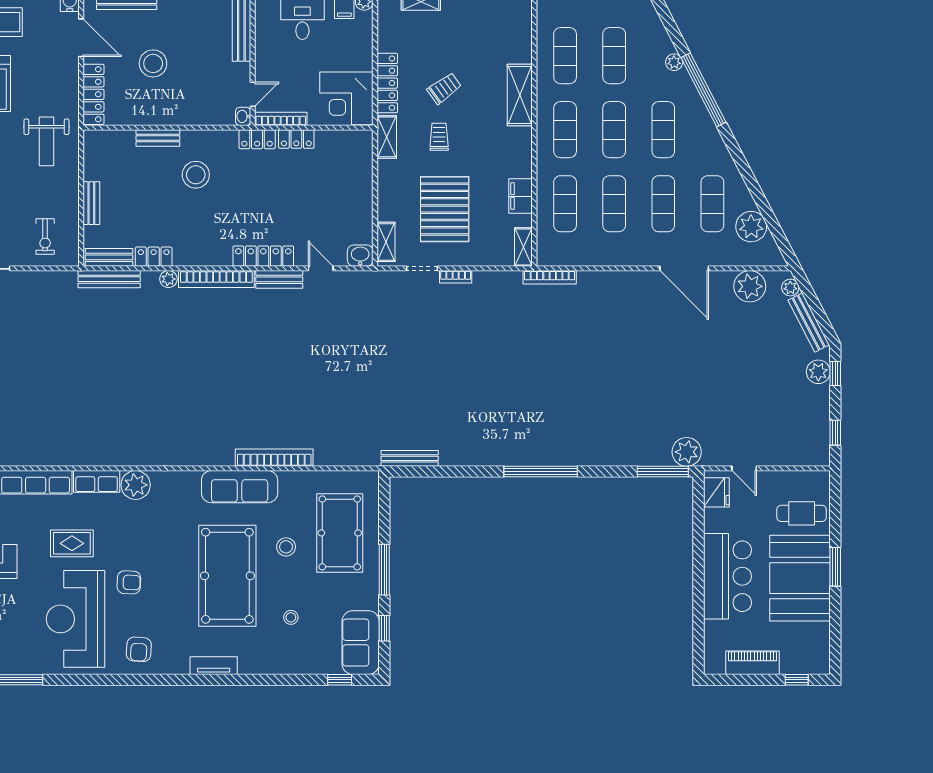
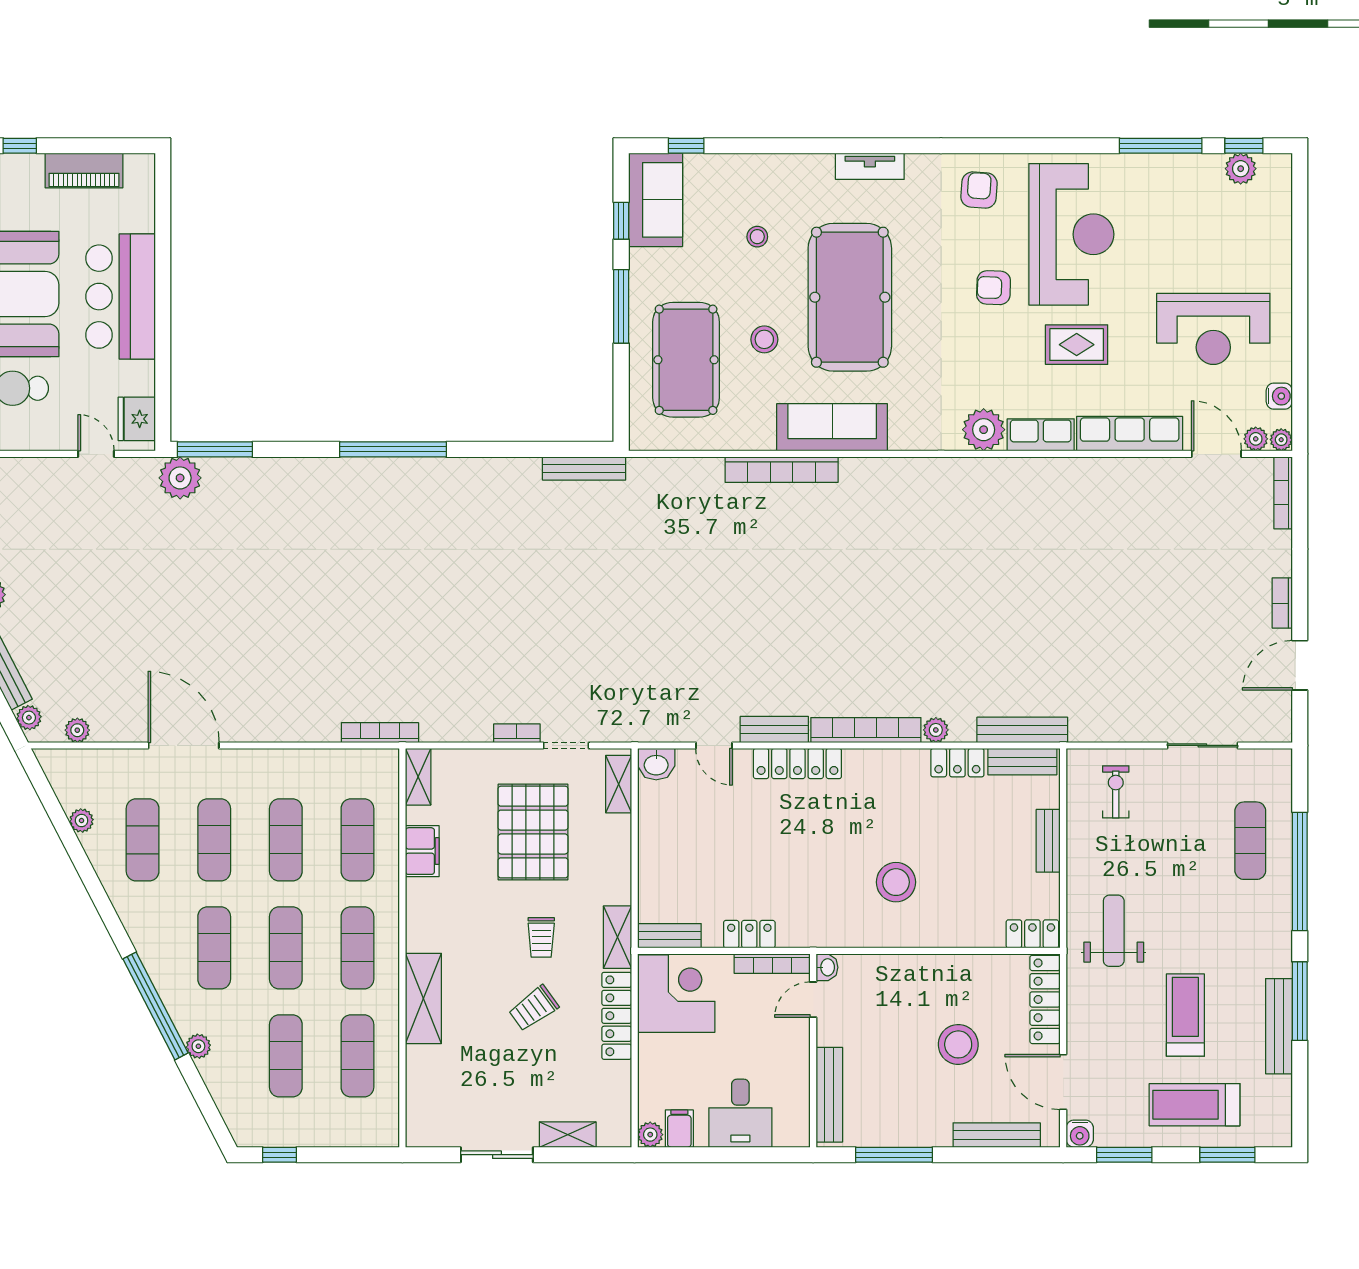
bench: (158, 138) -> (669, 936), moved
locker: (257, 139) -> (1032, 934), moved
plant: (751, 227) -> (82, 821), width x0.53, depth x0.53
plant: (750, 286) -> (77, 730), width x0.53, depth x0.53

